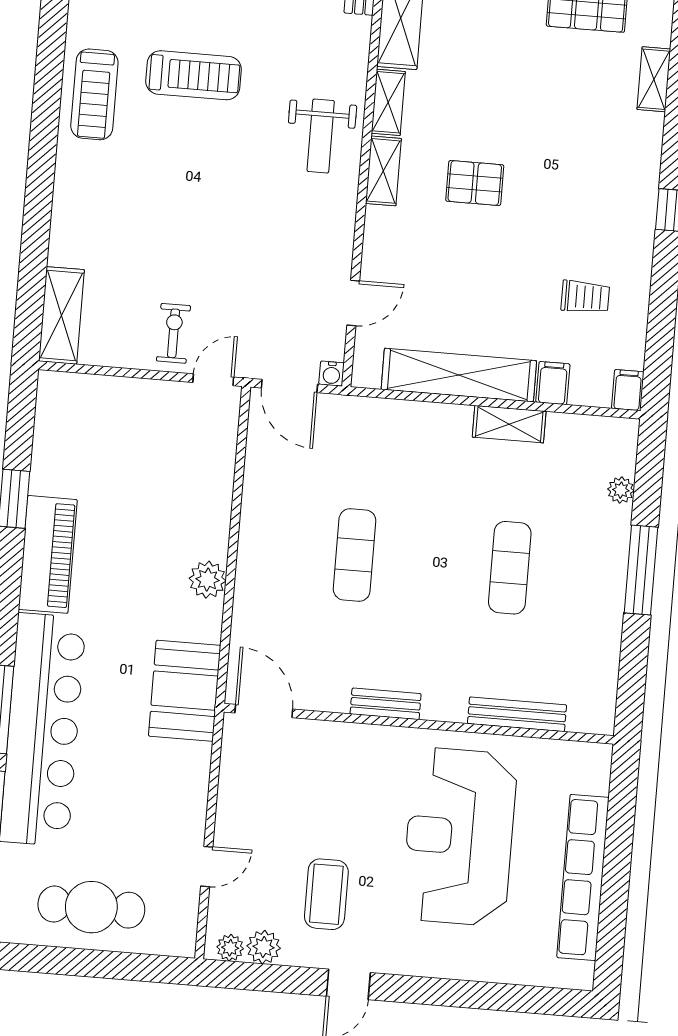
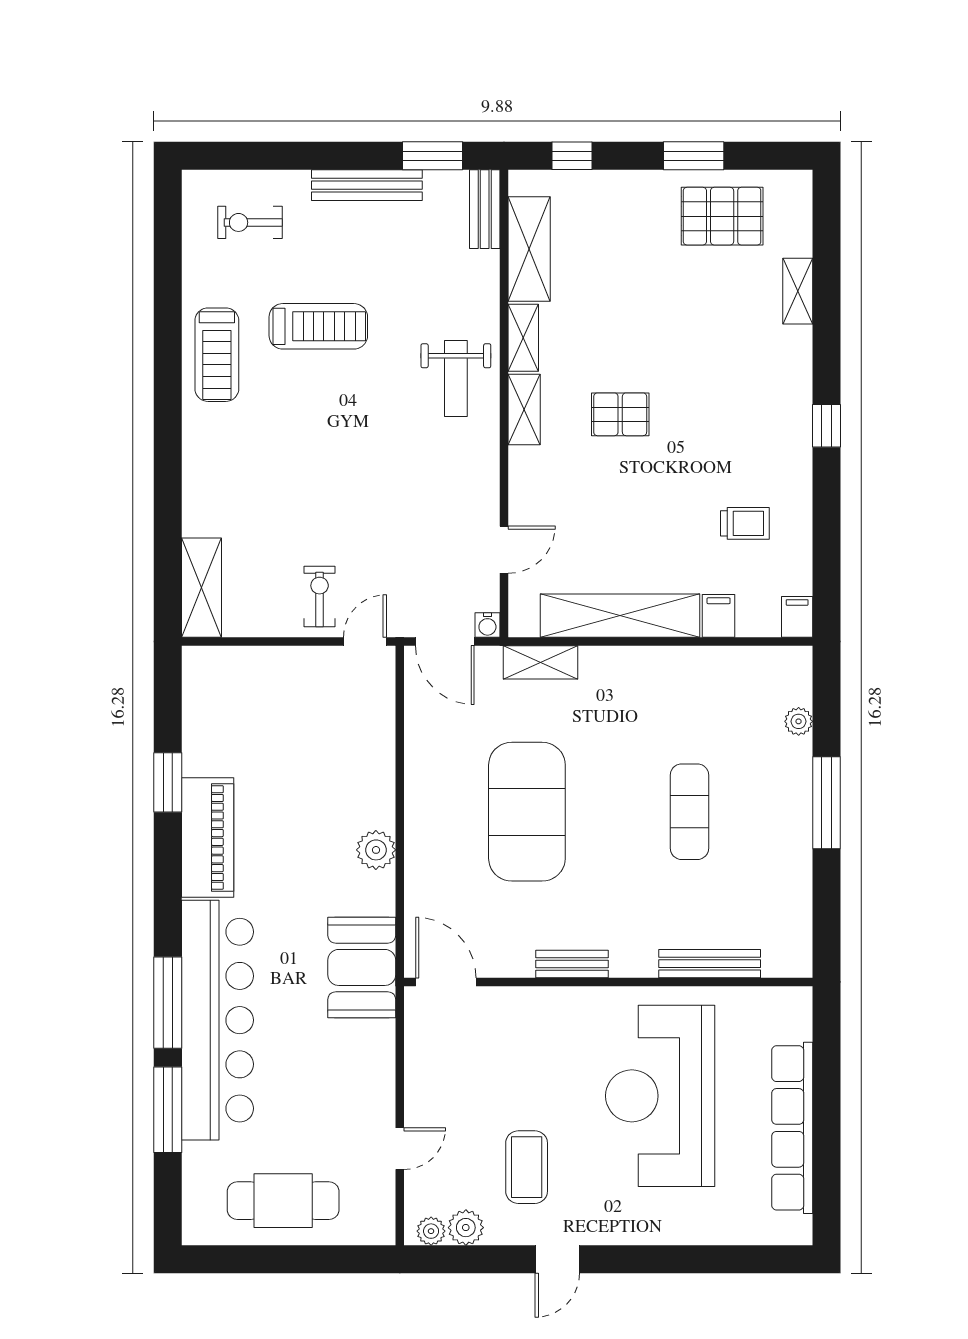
shelving: (509, 424) -> (541, 662), moved
exercise mat: (355, 555) -> (527, 812), width x2.00, depth x1.45

